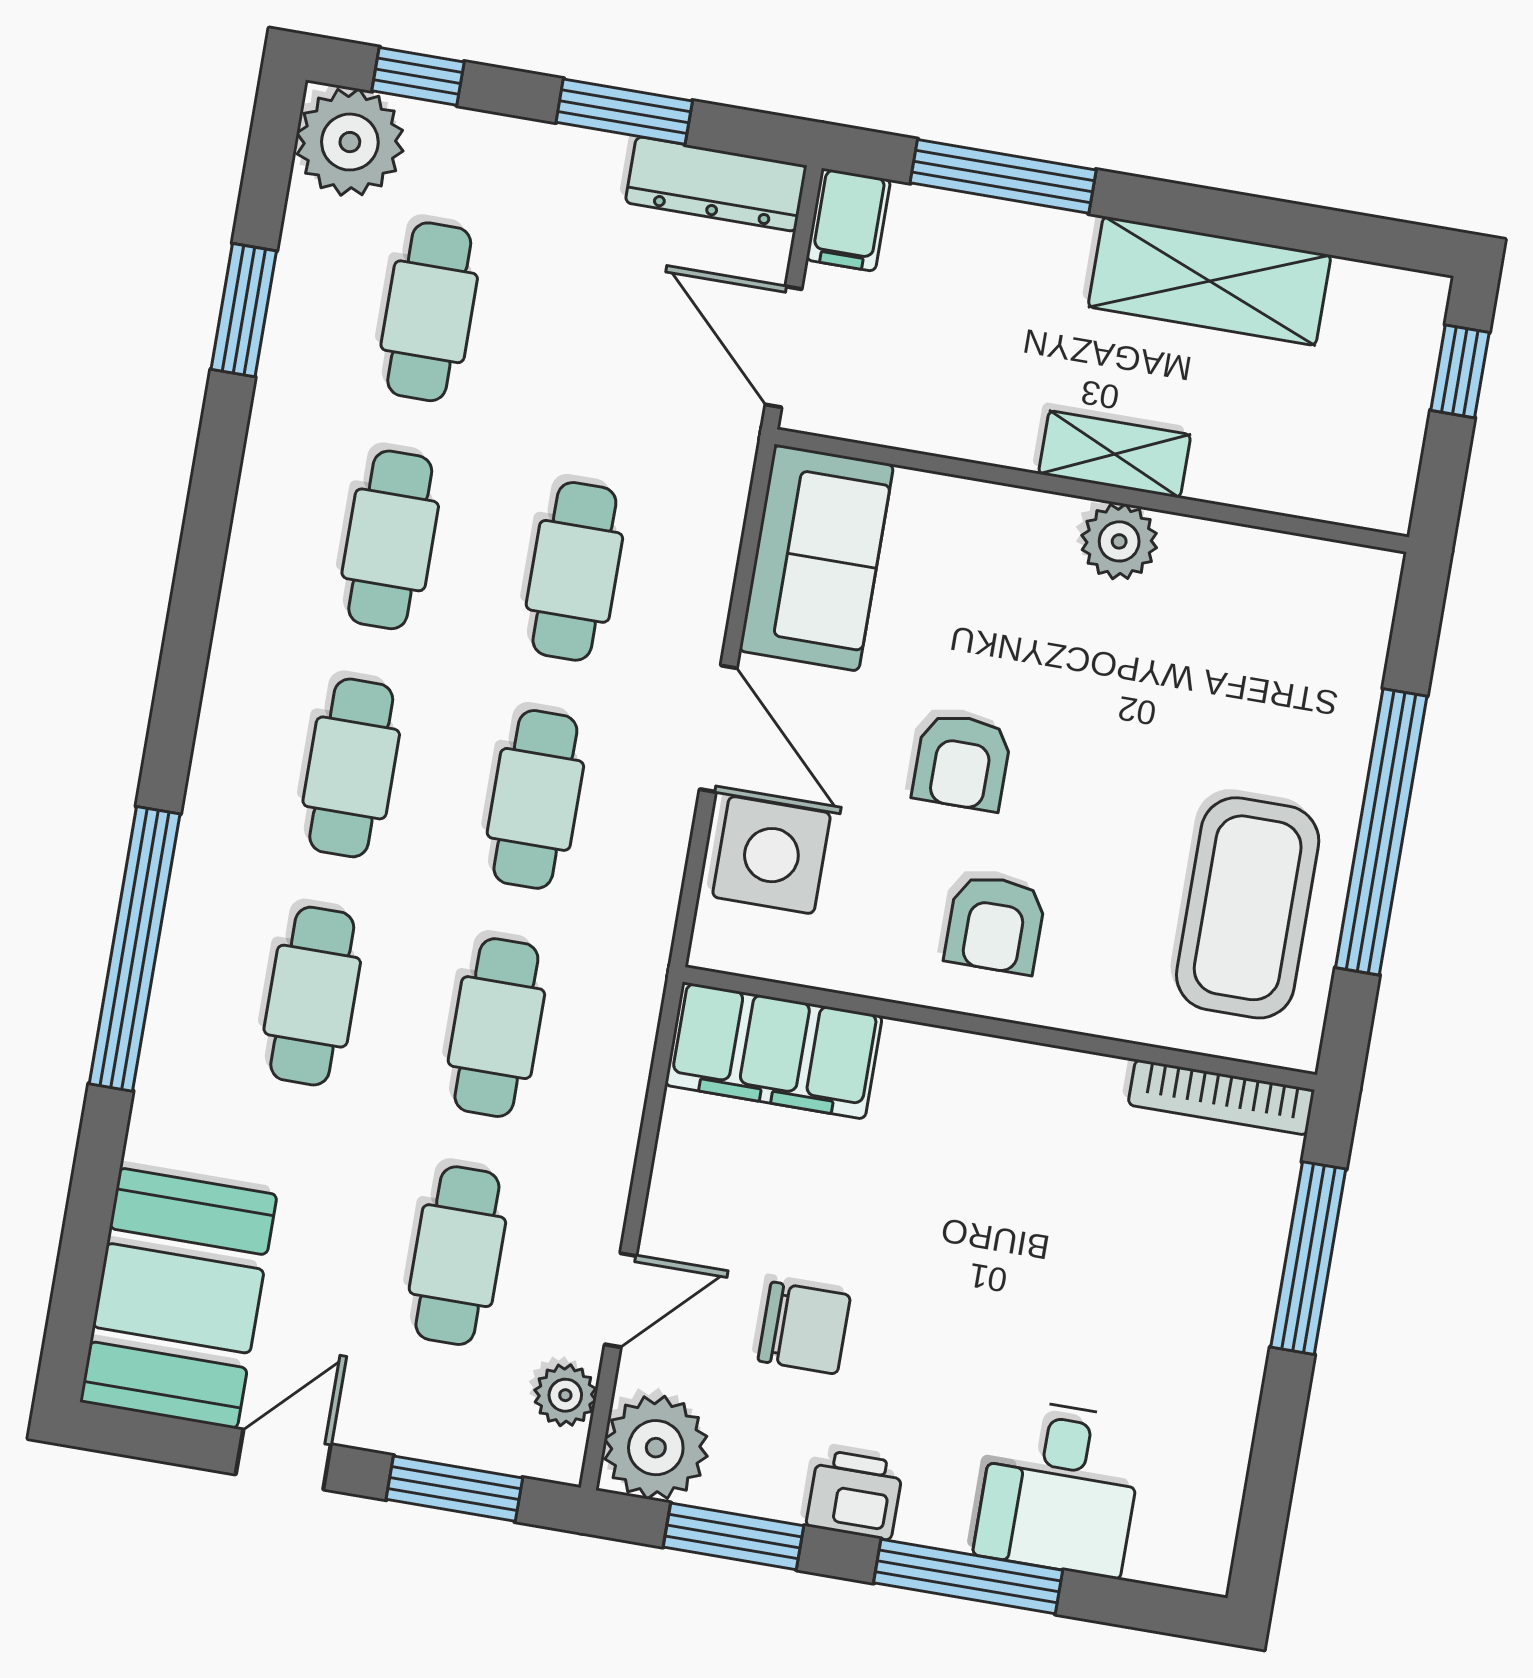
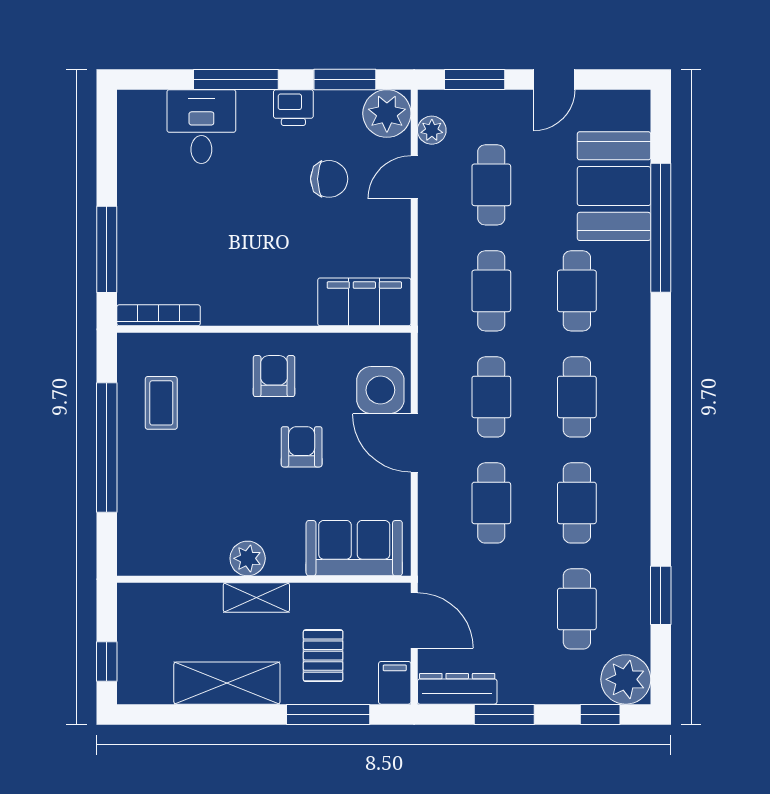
pallet: (992, 305) -> (323, 656), added
sofa: (816, 558) -> (354, 548), moved, turned 90
coffee table: (1248, 908) -> (161, 403), width x0.54, depth x0.58
window: (135, 949) -> (661, 228), moved
booth: (178, 1298) -> (614, 186), moved
chair: (804, 1328) -> (329, 179), turned 180

